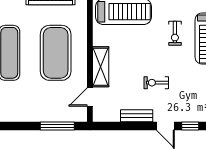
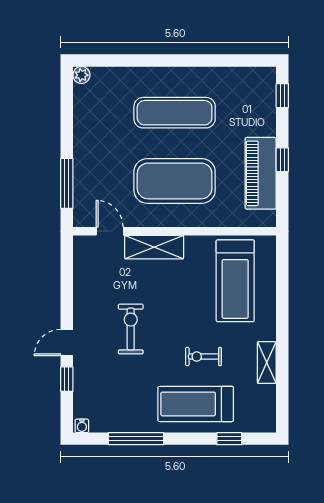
exercise bike: (156, 83) -> (131, 329), width x1.38, depth x1.39
bench: (137, 116) -> (82, 300), removed

